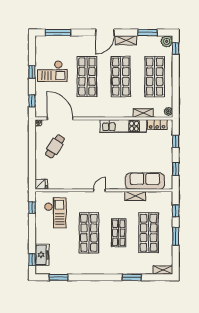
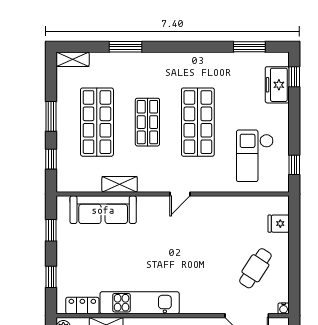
fridge: (41, 184) -> (279, 224), moved

